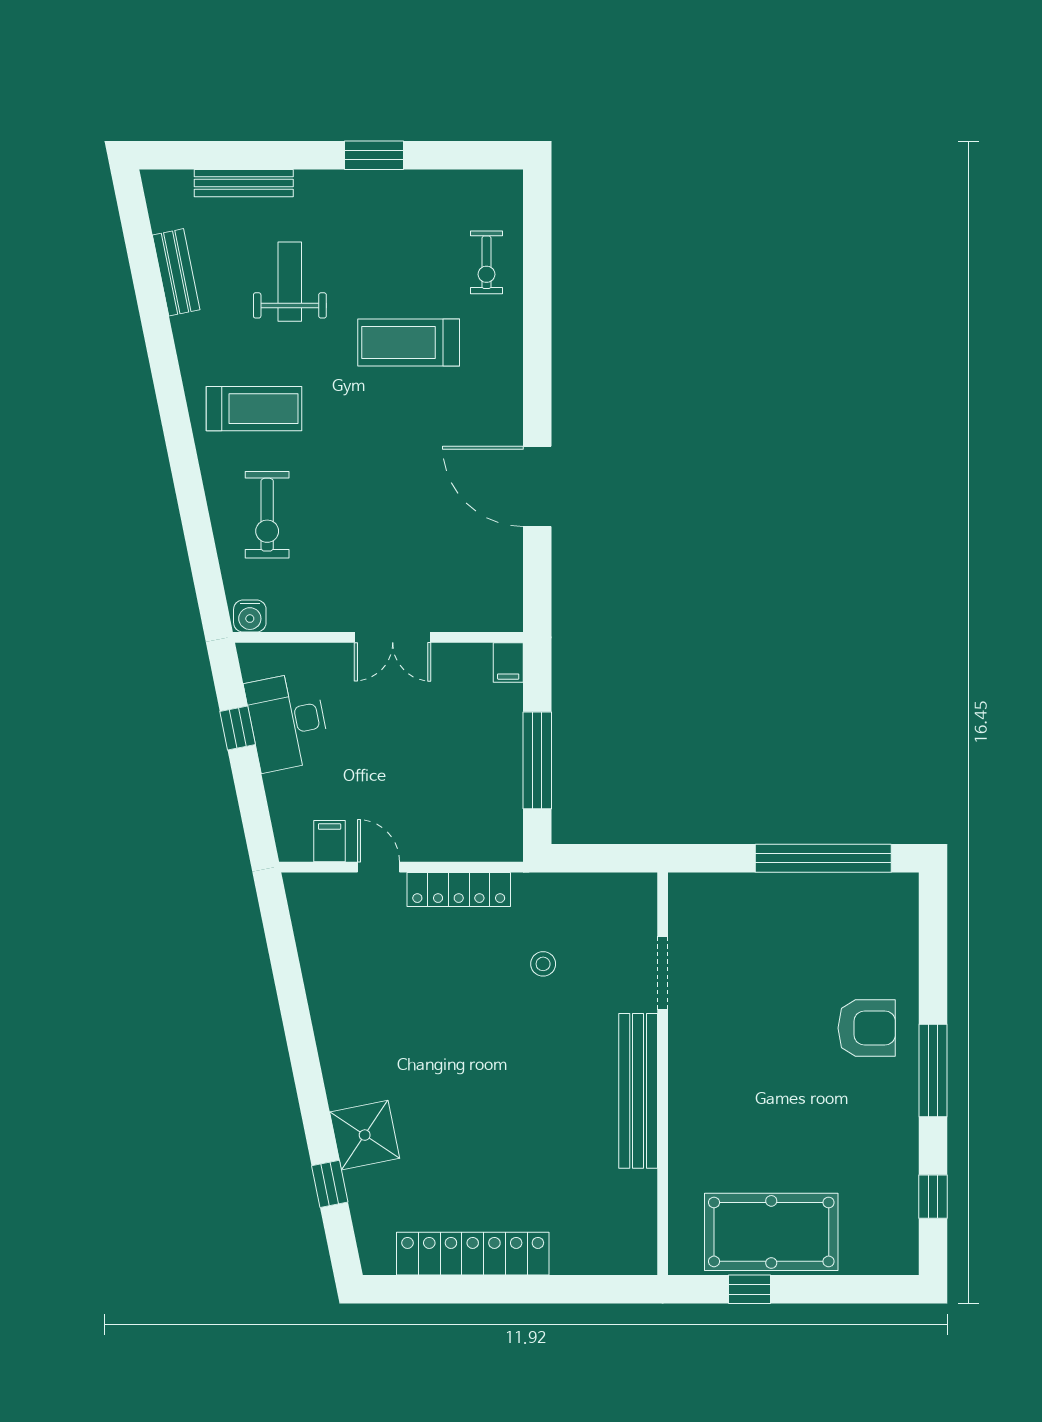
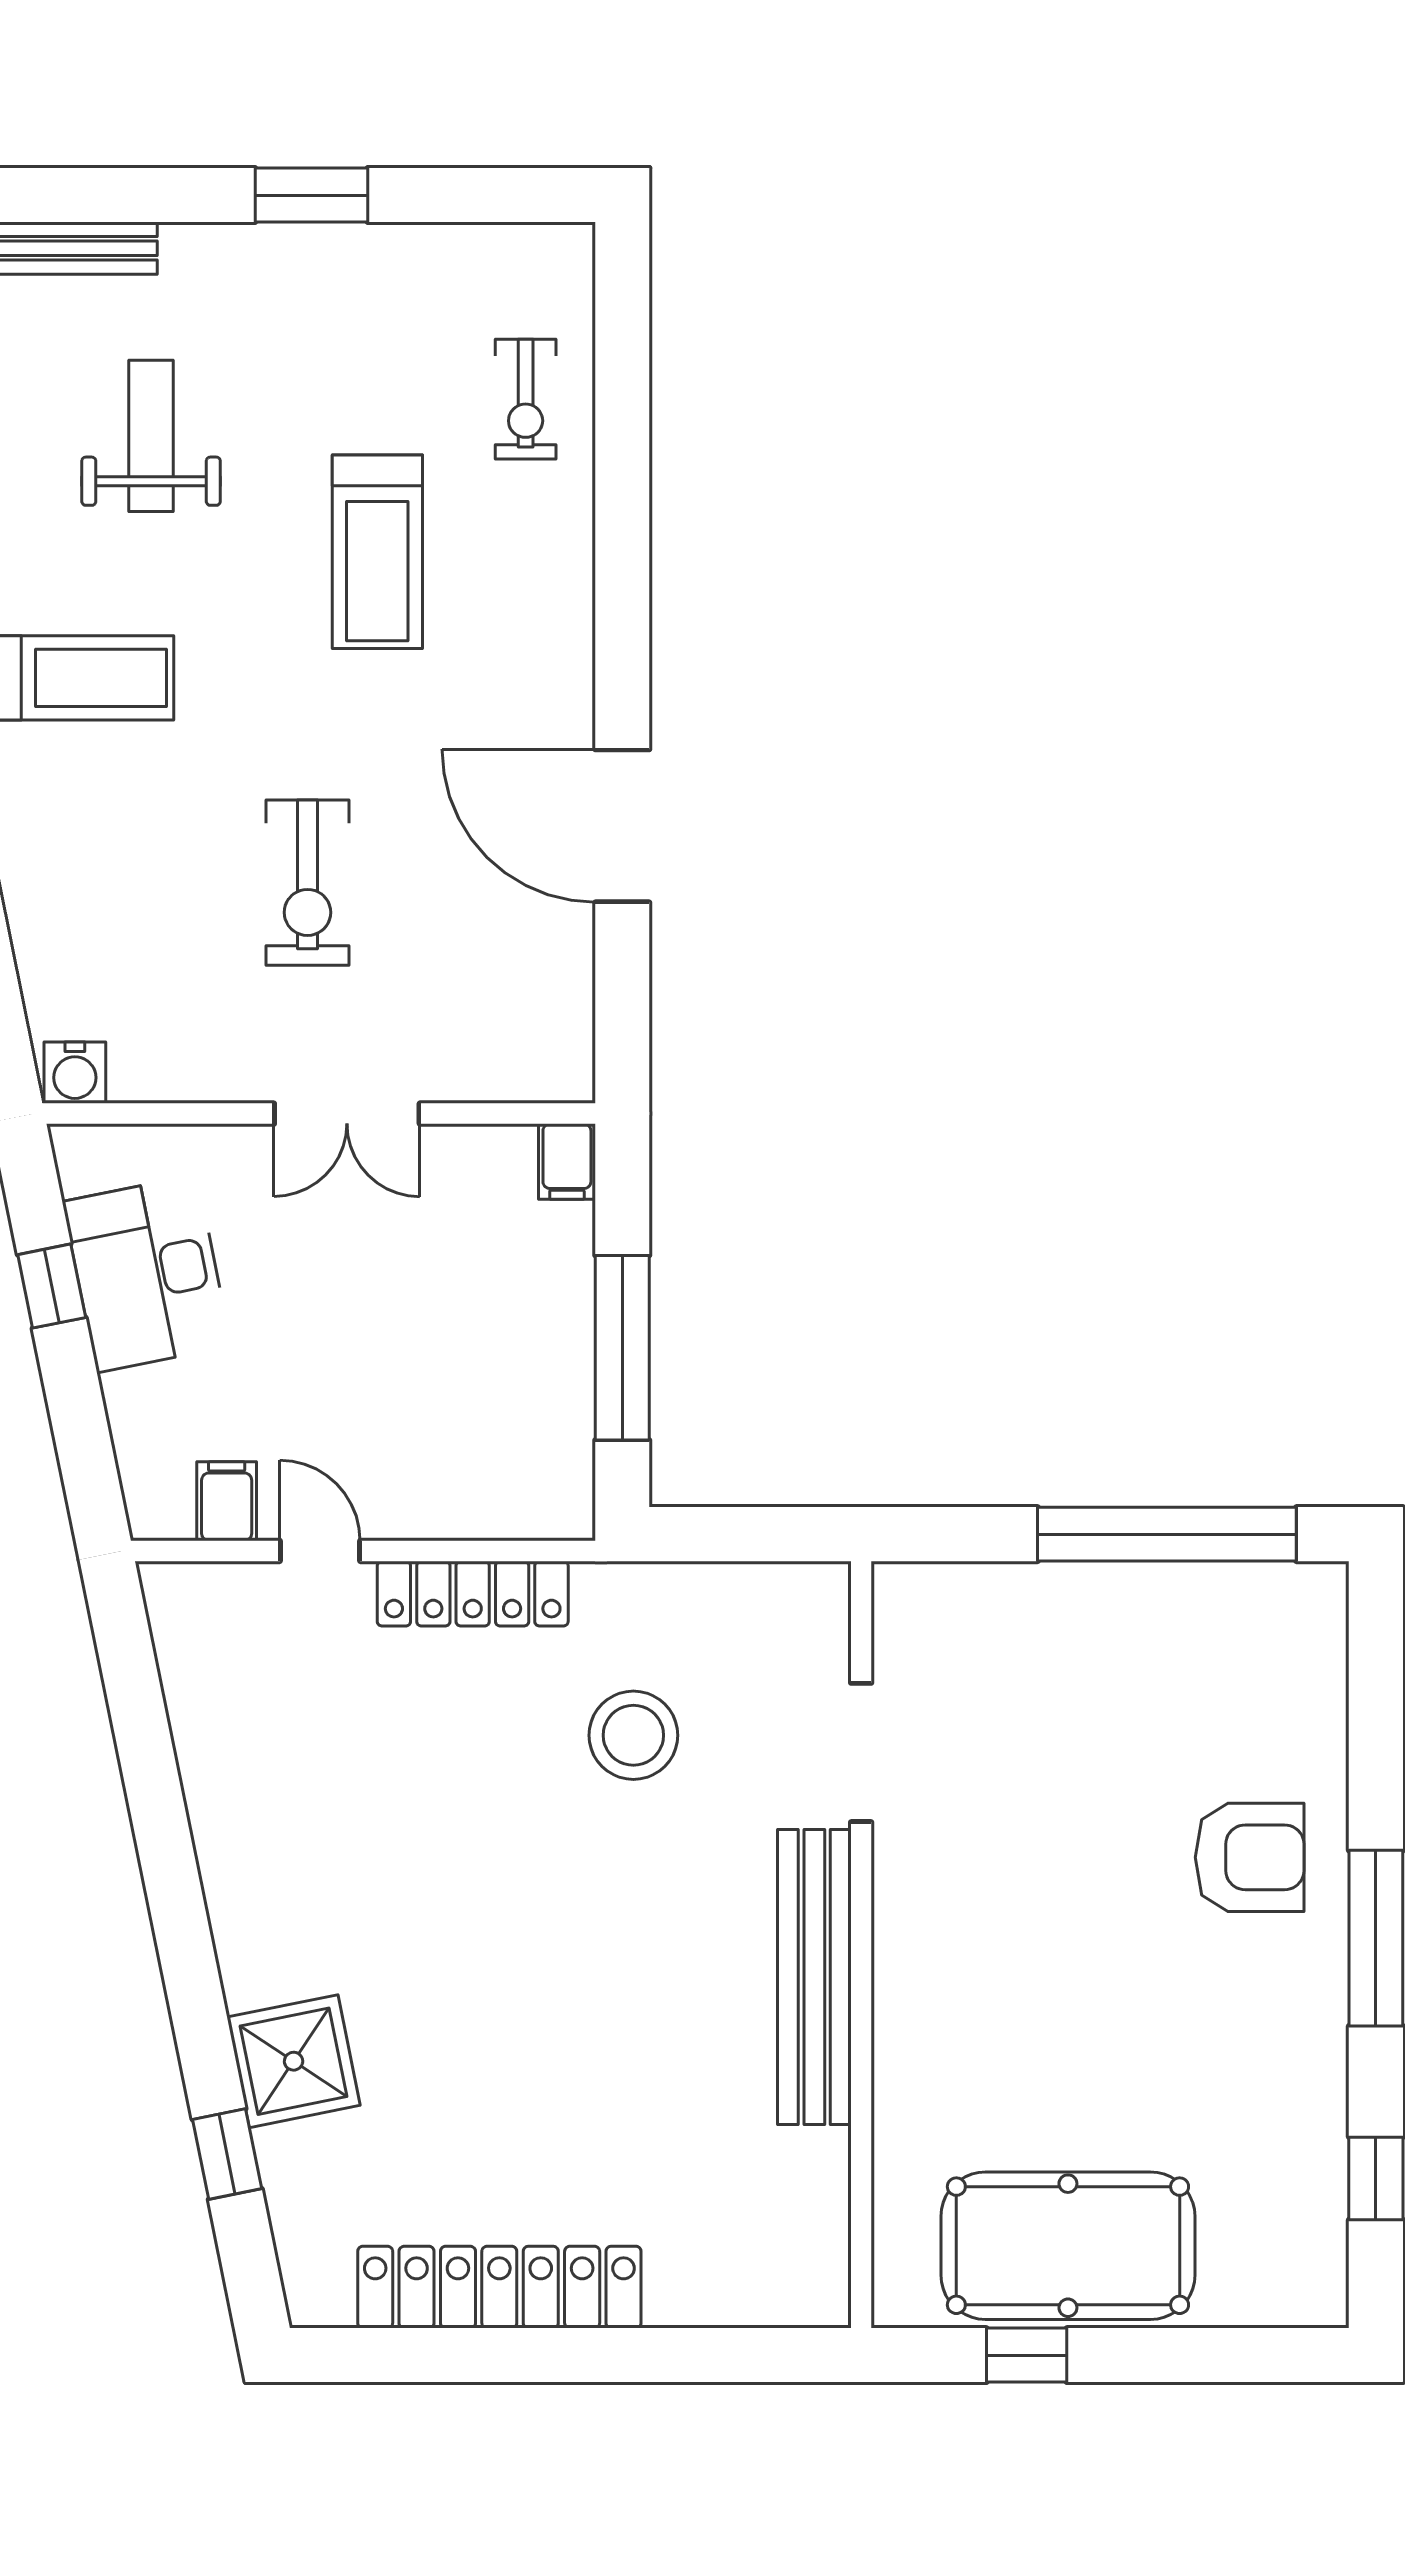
treadmill: (409, 342) -> (377, 552), turned -90
exercise bike: (267, 515) -> (307, 883), moved
stool: (543, 964) -> (633, 1735), width x1.89, depth x1.89

